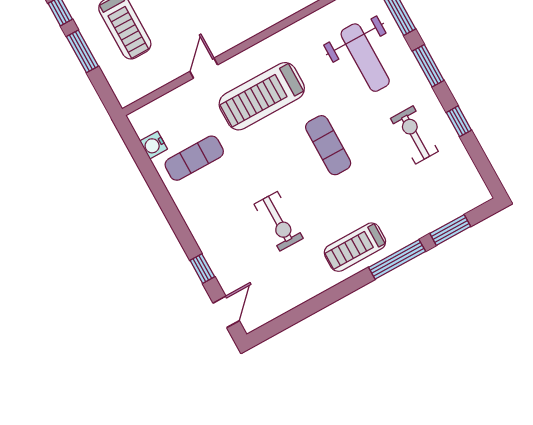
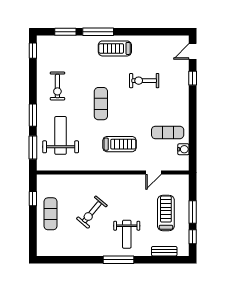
door: (204, 68) -> (153, 173), moved
treadmill: (262, 96) -> (120, 144), width x0.73, depth x0.73
window: (459, 121) -> (33, 51), moved
exercise bike: (279, 221) -> (144, 81), turned -90
treadmill: (355, 247) -> (115, 48), turned 180

